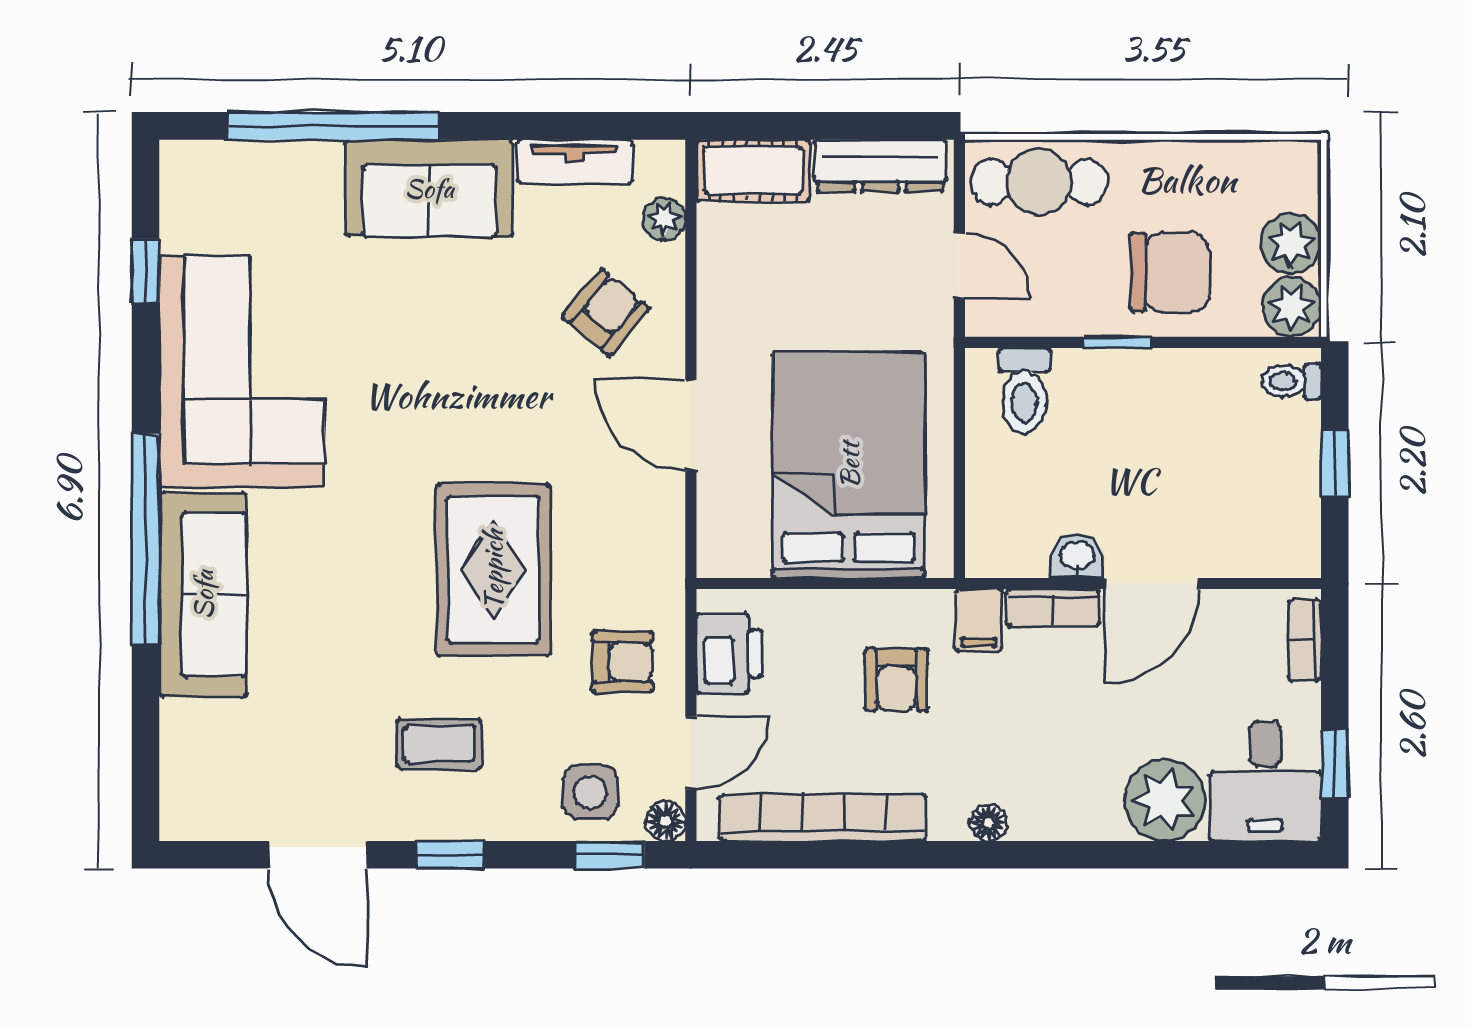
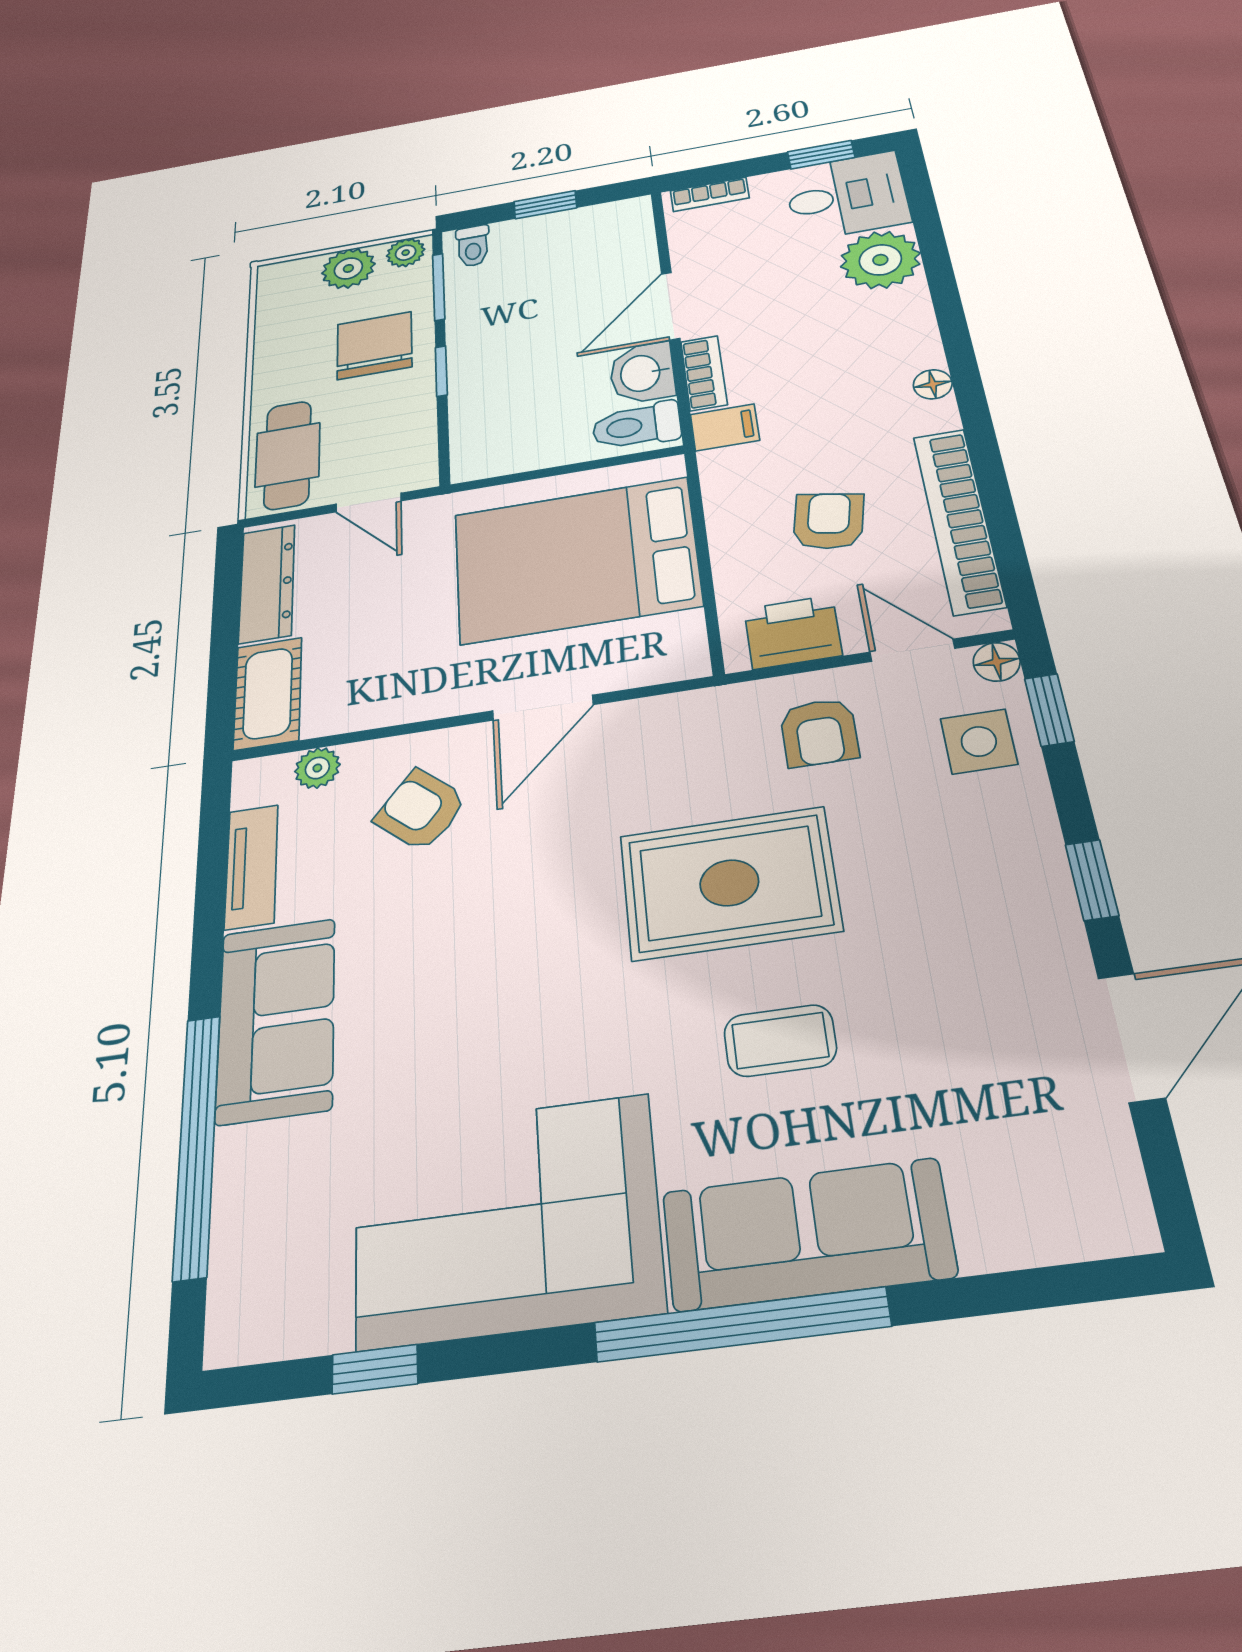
door: (959, 266) -> (369, 503), swing flipped
plant: (1292, 307) -> (406, 253), width x0.73, depth x0.73
window: (1239, 342) -> (439, 287), added
toilet: (1024, 391) -> (636, 426), moved, turned 180
washbasin: (1077, 556) -> (642, 373), width x1.38, depth x1.45
door: (1152, 583) -> (671, 306), swing flipped
armchair: (622, 662) -> (819, 732), turned 180
armchair: (896, 680) -> (829, 521), moved, turned -79
coffee table: (439, 744) -> (780, 1041), moved, turned 90

